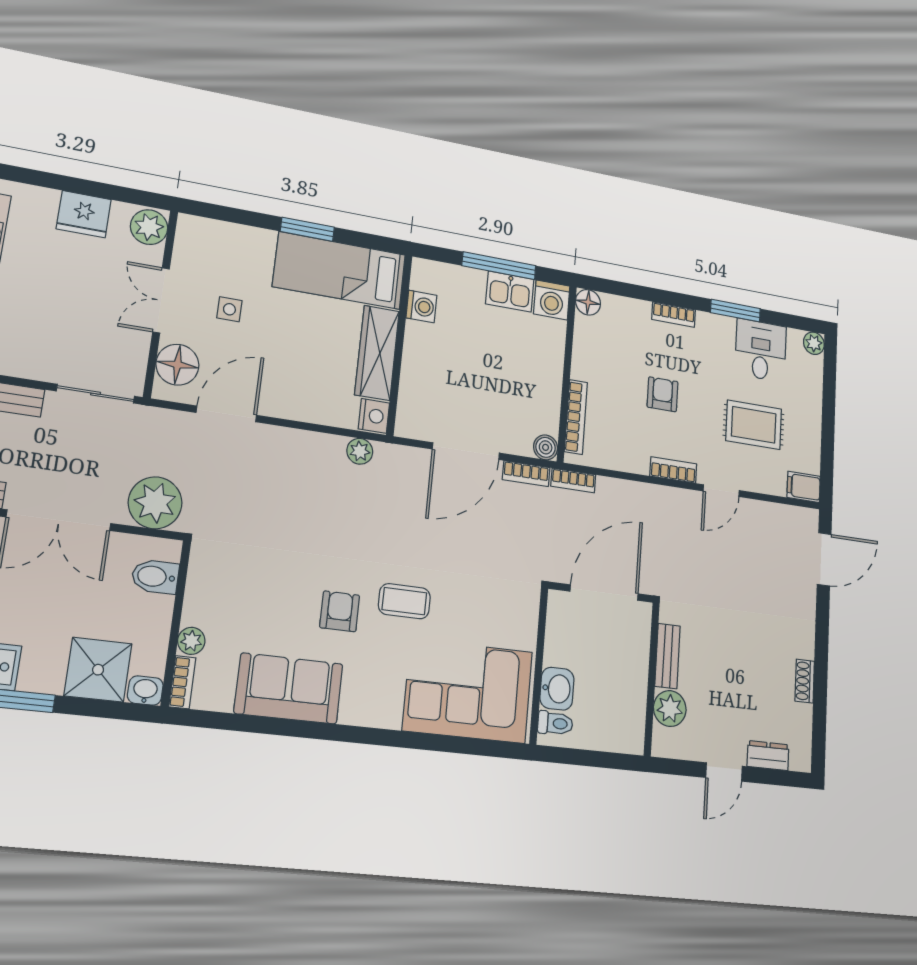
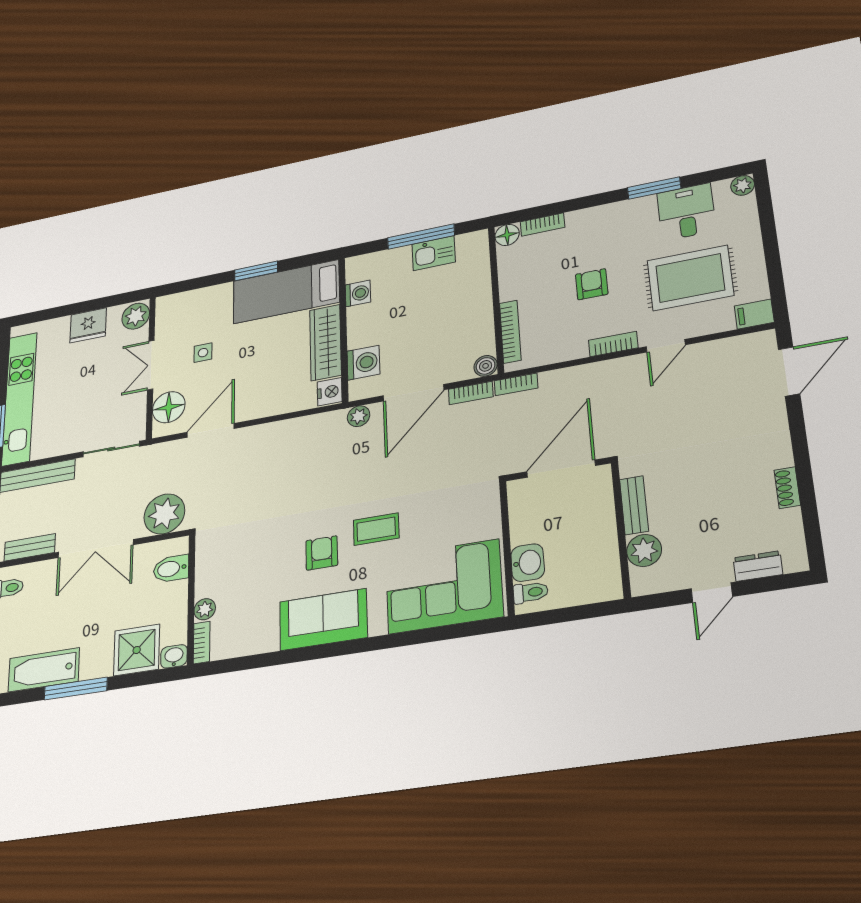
washing machine: (552, 300) -> (363, 363), moved, turned -90
bookcase: (674, 315) -> (542, 225), moved
rug: (754, 425) -> (690, 278), width x1.36, depth x1.43
plant: (360, 451) -> (359, 416), moved
sofa: (289, 688) -> (323, 620), moved

